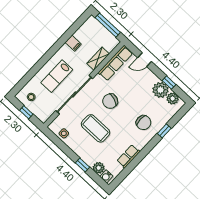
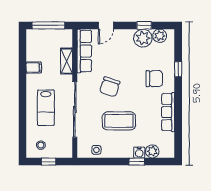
row of seats: (128, 156) -> (168, 112), width x1.48
water cooler: (106, 176) -> (139, 152), moved

